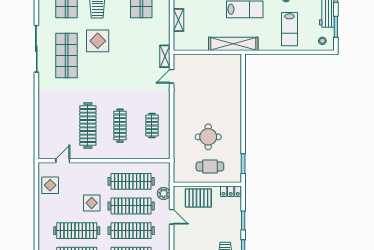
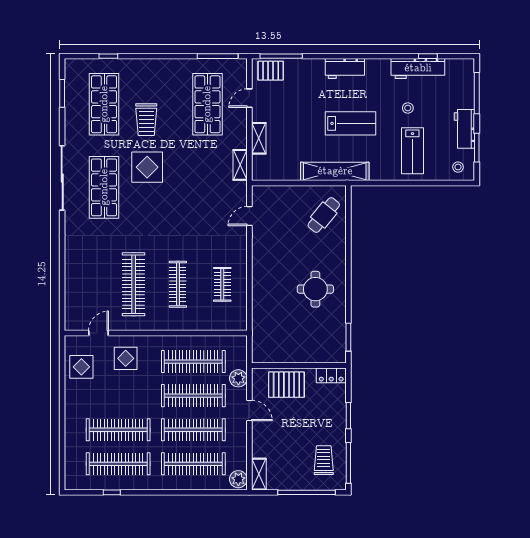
shelving: (165, 56) -> (240, 165), moved
round table: (208, 137) -> (315, 289), moved
cafe table: (210, 166) -> (324, 215), moved, turned -51
display table: (92, 203) -> (126, 358), moved

